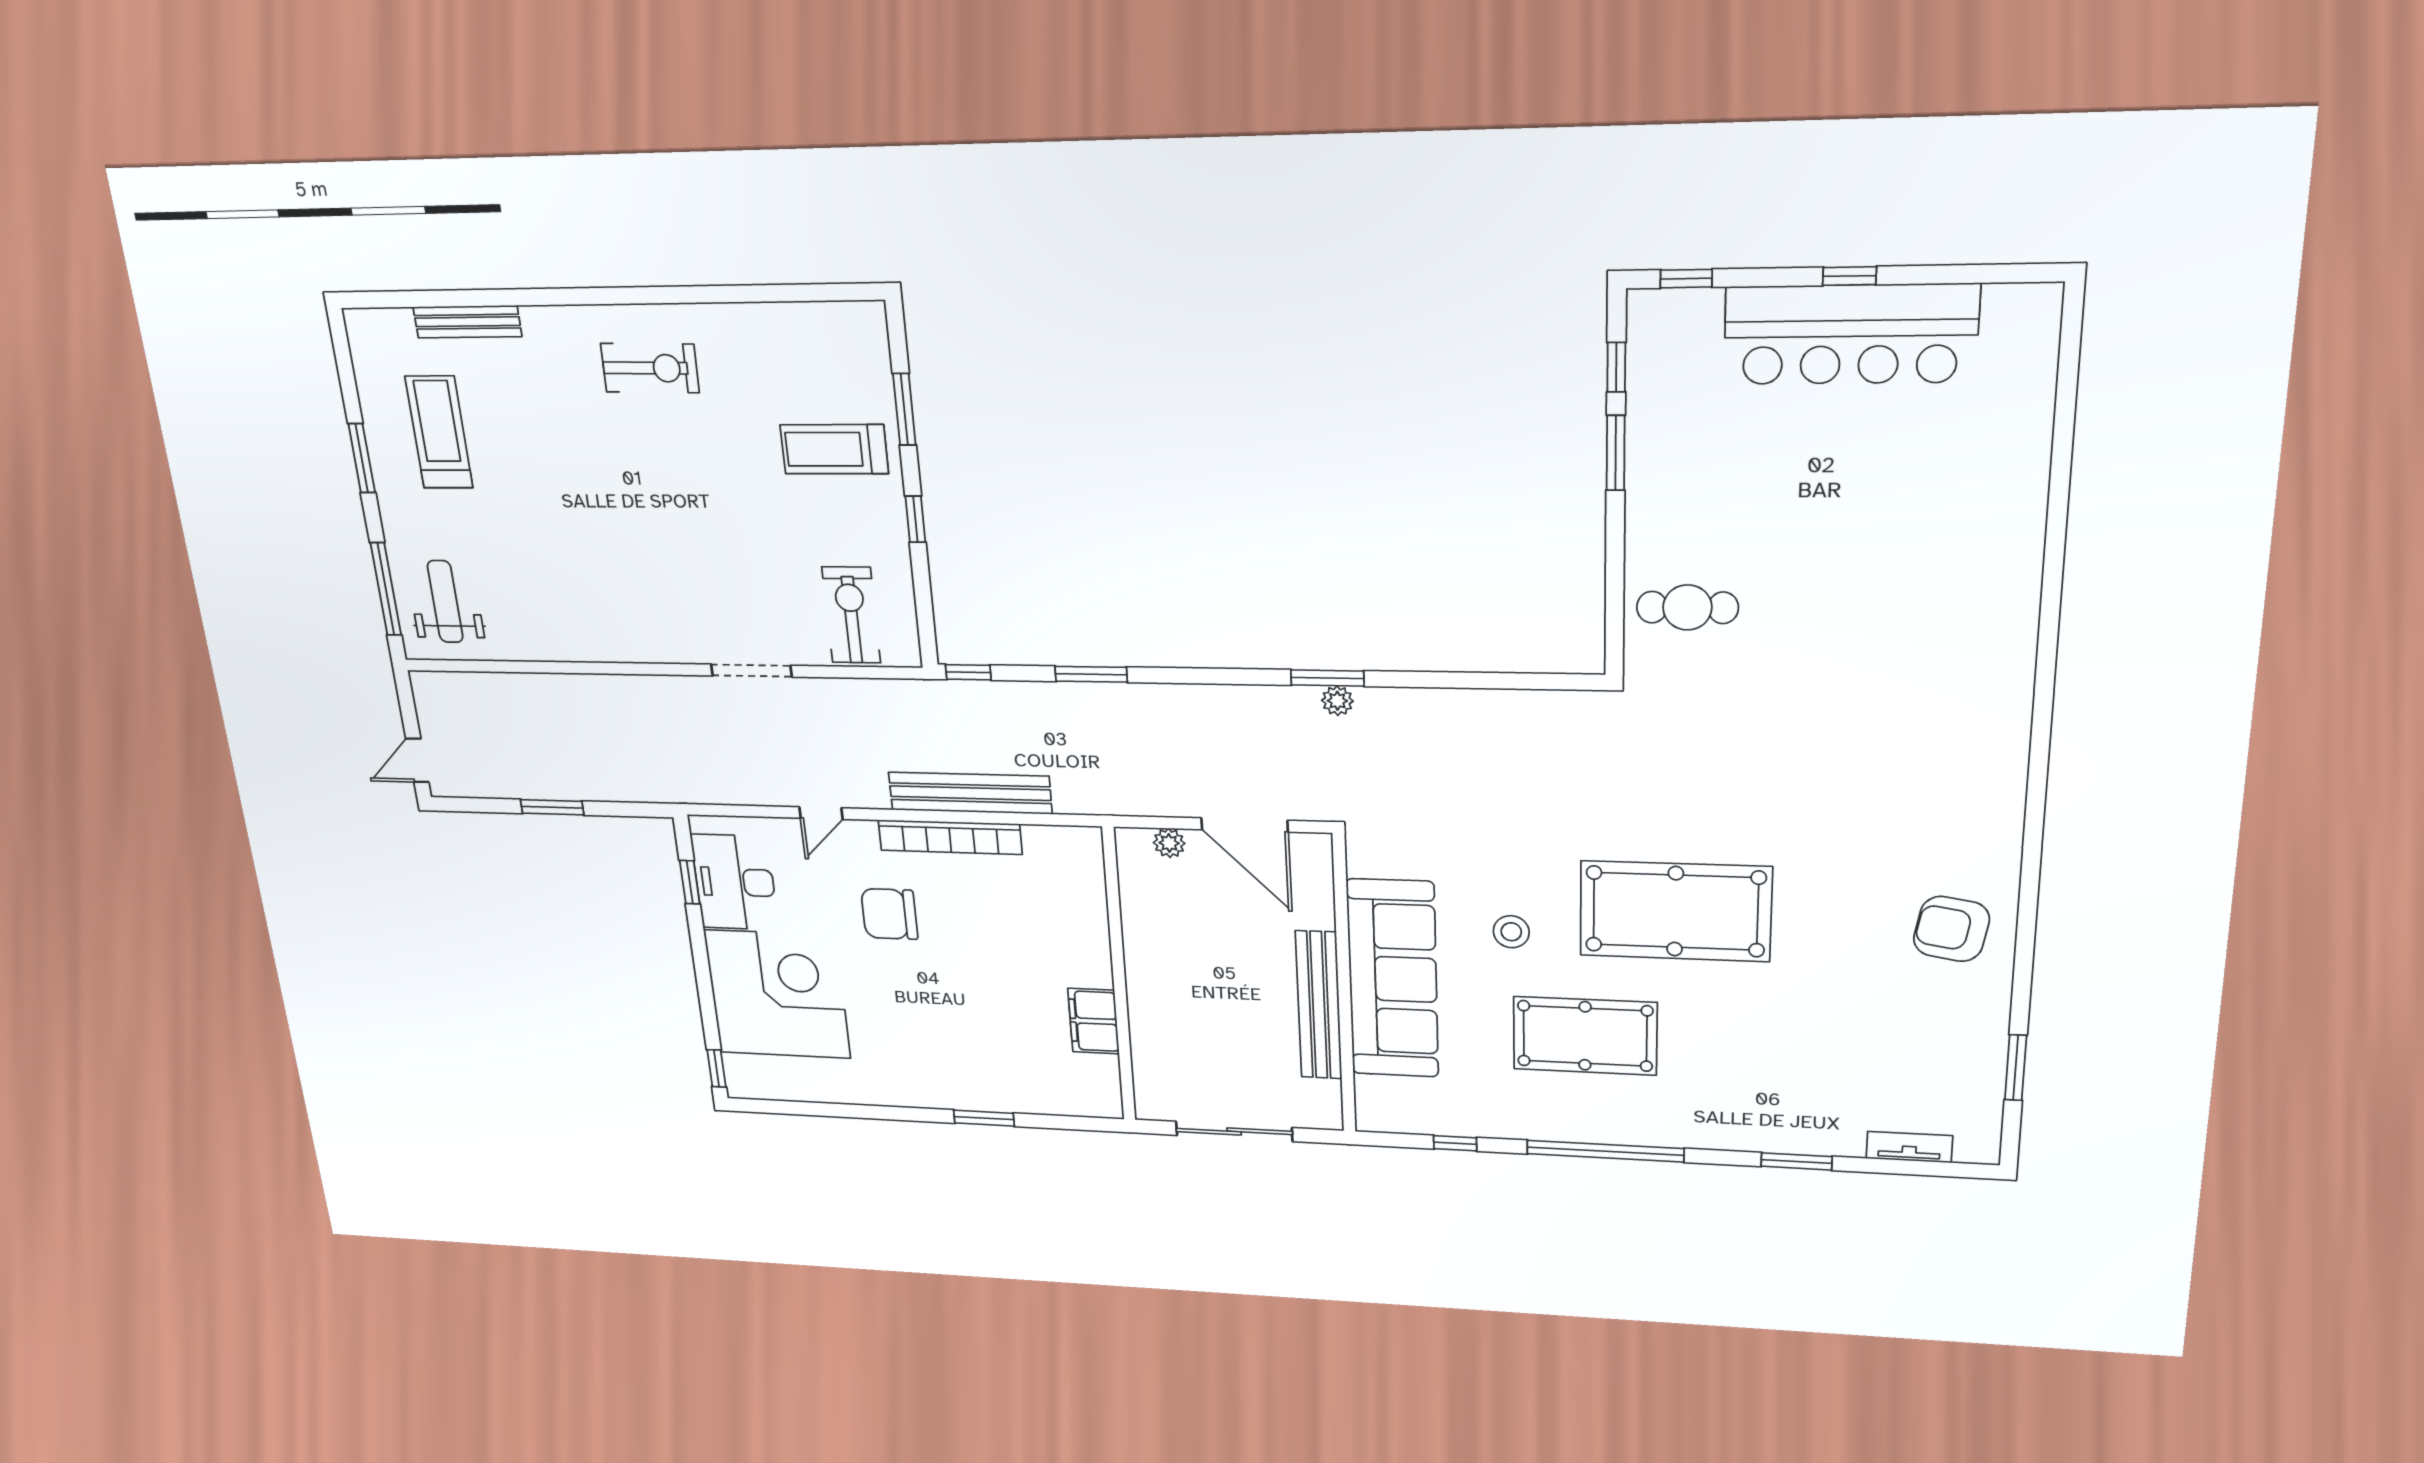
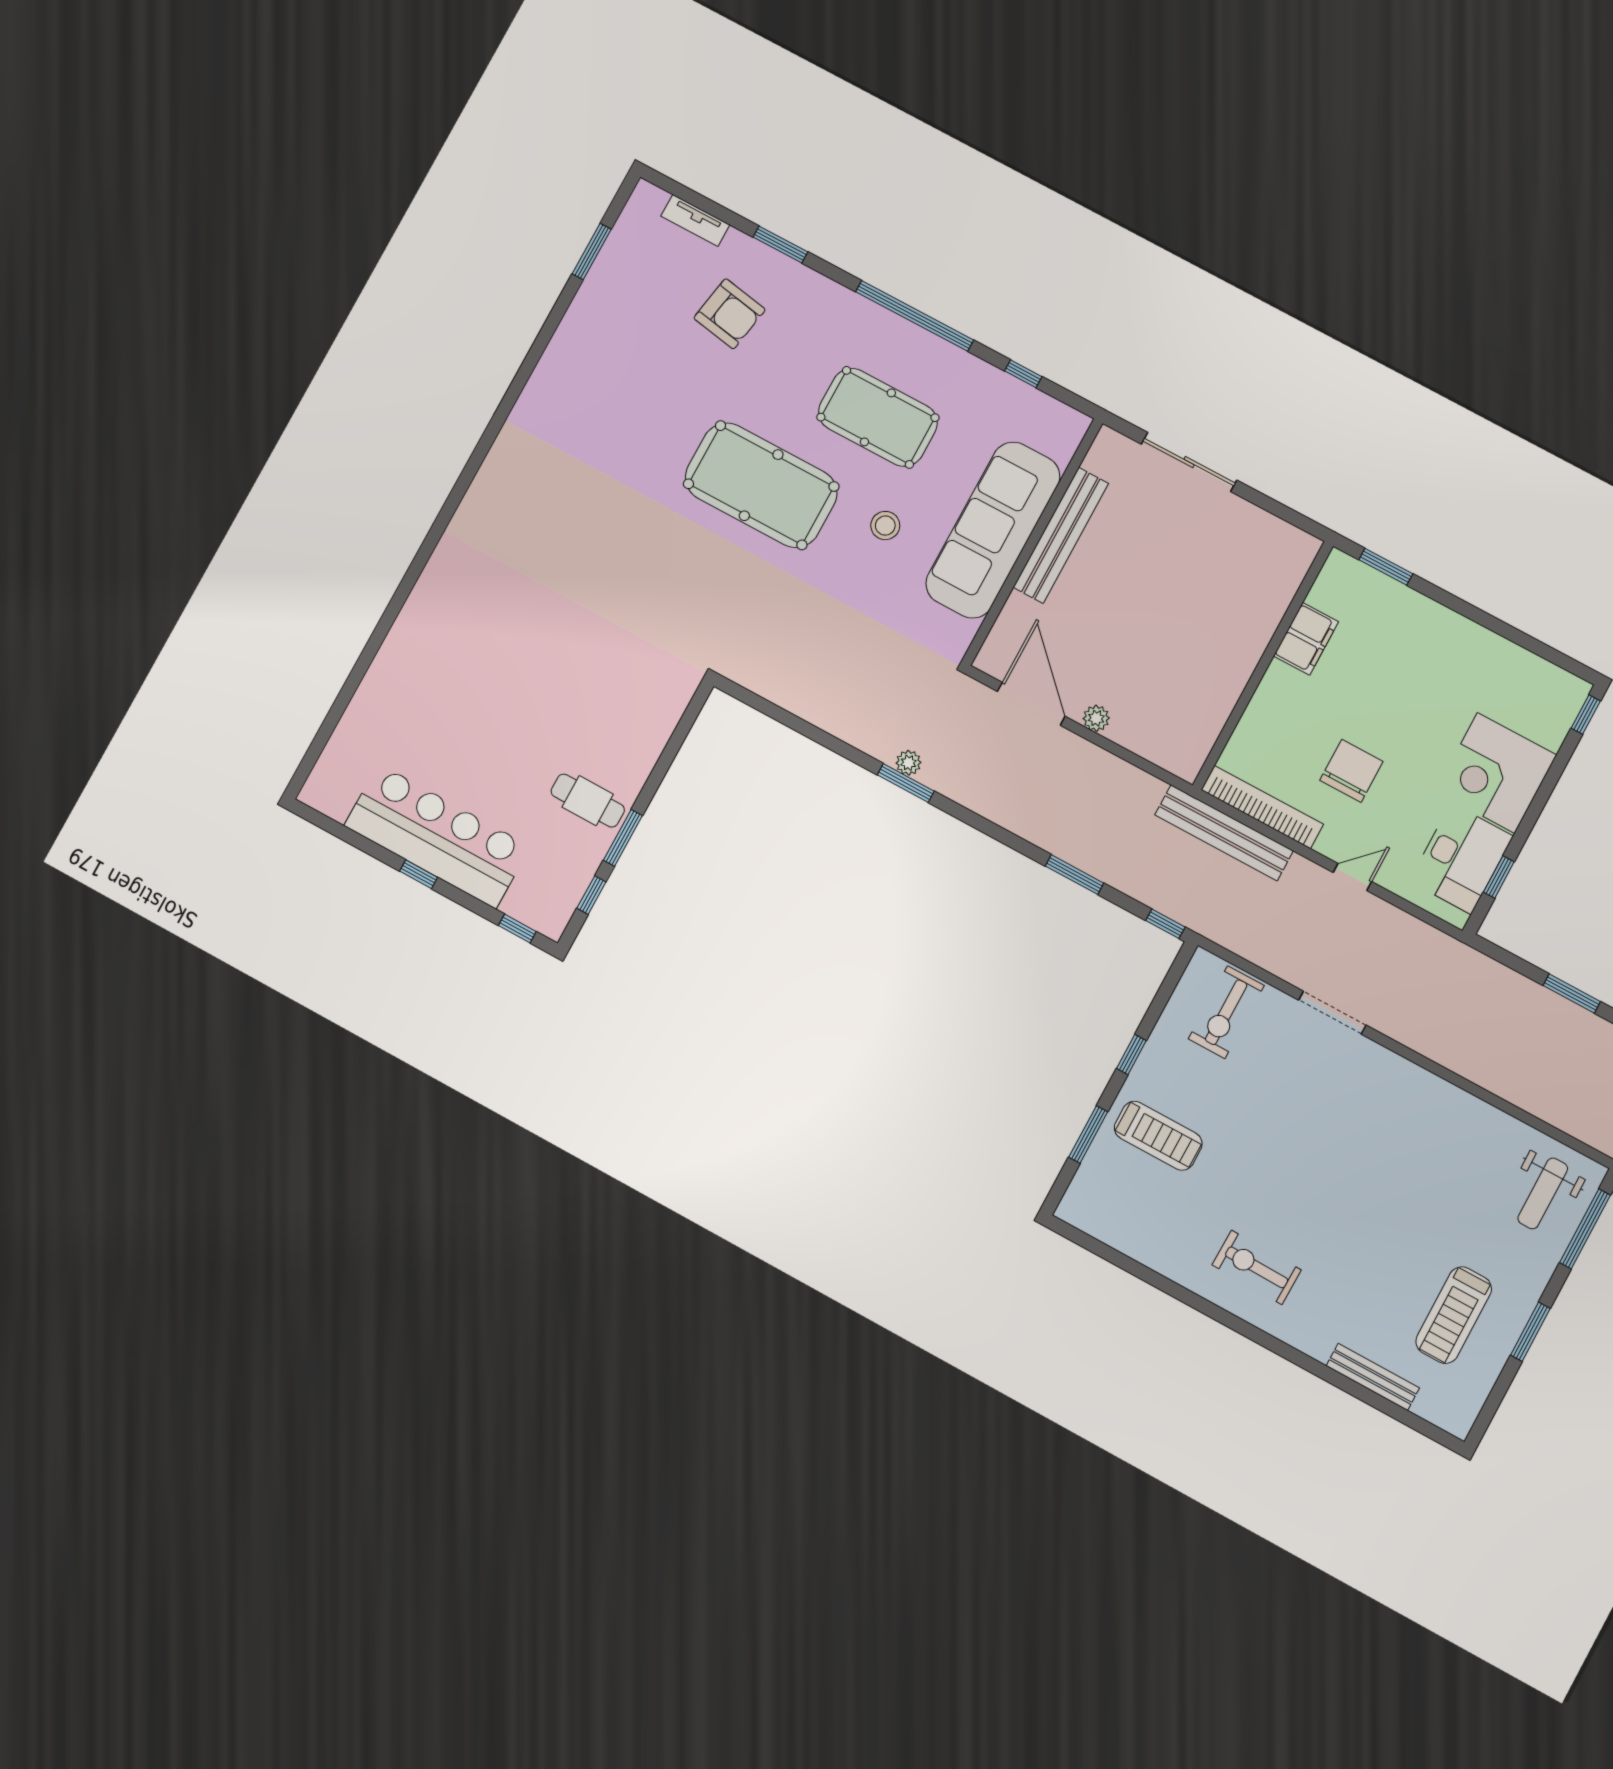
cafe table: (1687, 607) -> (588, 801), moved
chair: (889, 914) -> (1351, 771), turned -90
armchair: (1951, 929) -> (730, 314), moved
wall: (1119, 977) -> (1263, 665), moved
corner desk: (777, 994) -> (1496, 773), width x0.74, depth x0.74
filing cabinet: (1093, 1021) -> (1306, 639), moved

